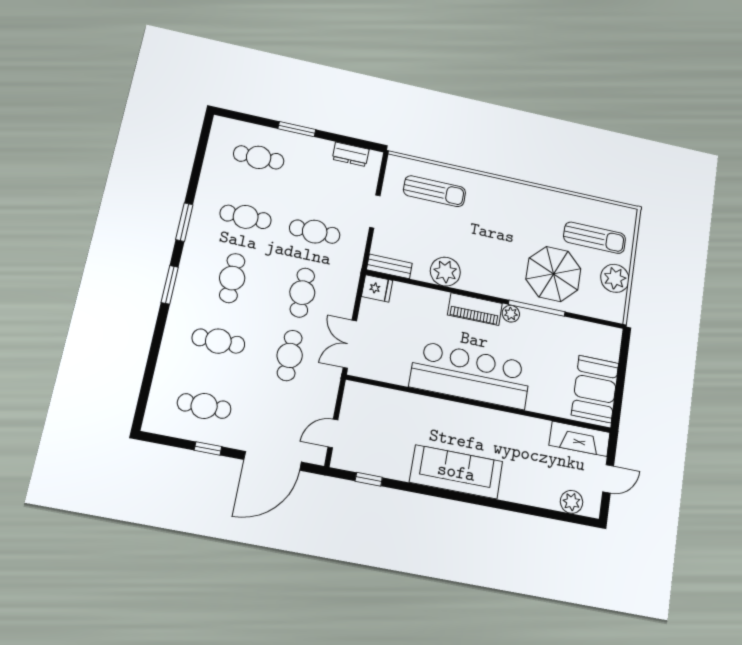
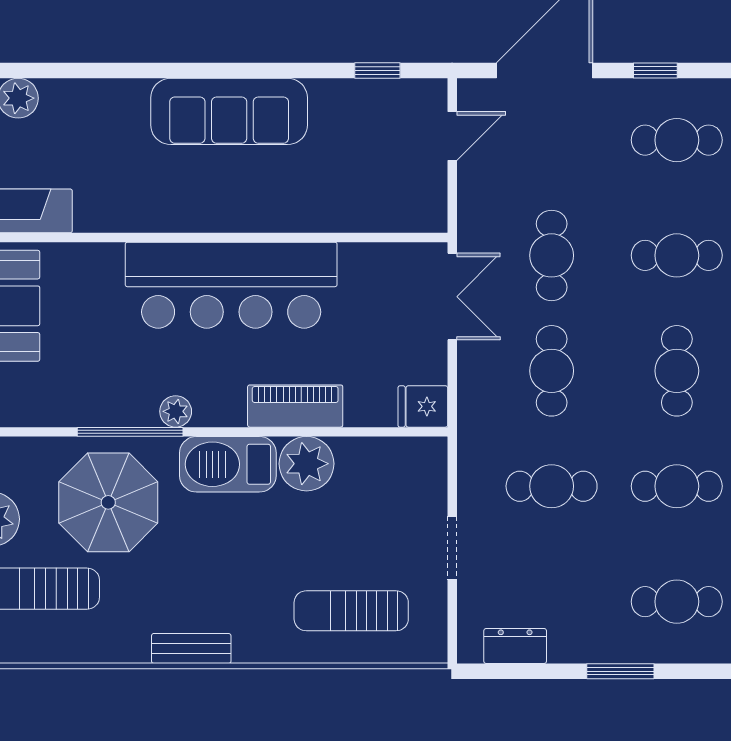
bench: (389, 266) -> (191, 648), moved
barbecue: (487, 280) -> (228, 464), added
piano: (475, 309) -> (295, 406), moved

